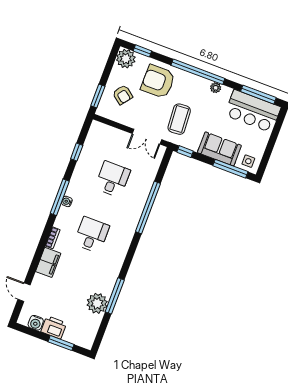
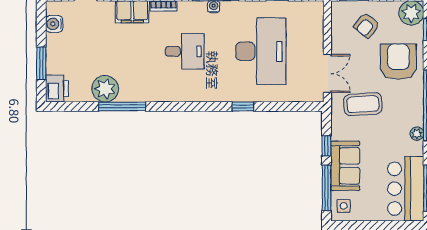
double door: (147, 137) -> (327, 73), swing flipped
window: (185, 152) -> (327, 146), moved
desk: (113, 179) -> (261, 51), width x1.87, depth x1.30
window: (148, 207) -> (243, 106), width x0.32
printer: (54, 327) -> (57, 88), moved

